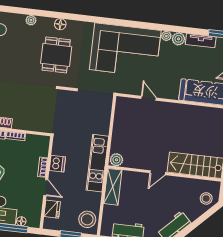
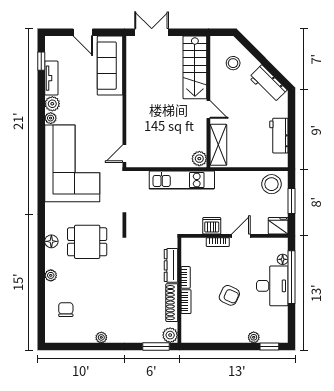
door: (149, 98) -> (124, 154), moved
dresser: (27, 125) -> (171, 265), added
kitchen unit: (97, 163) -> (182, 180), moved
shelving: (113, 187) -> (218, 145), moved, turned 90
stool: (206, 198) -> (233, 63), moved
fridge: (52, 209) -> (278, 226), moved

